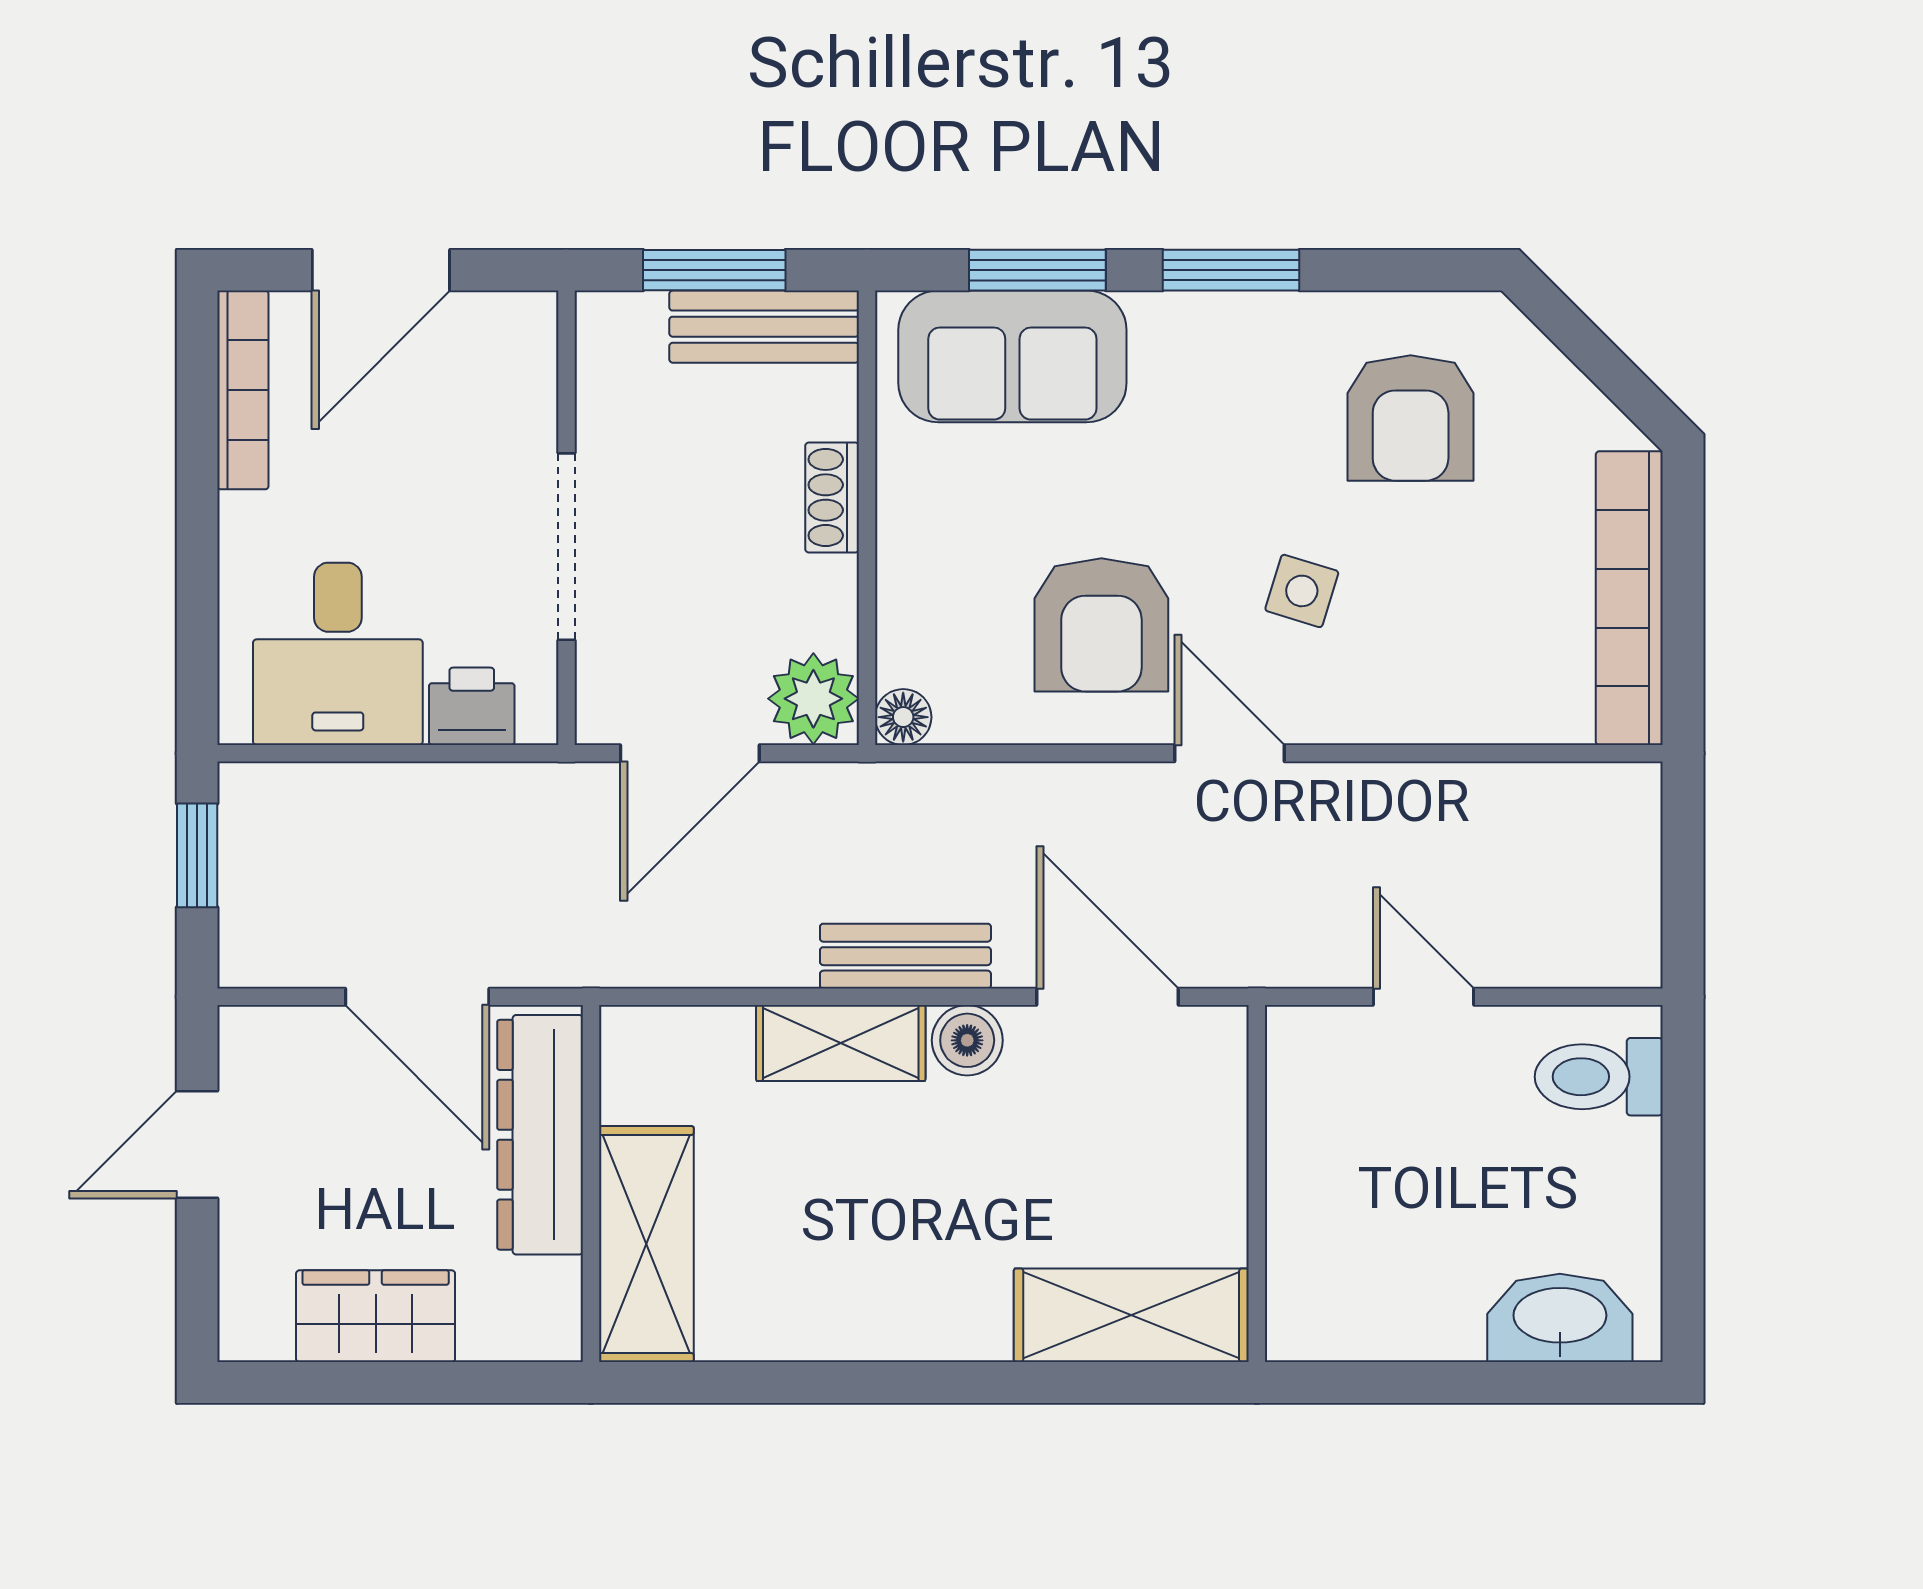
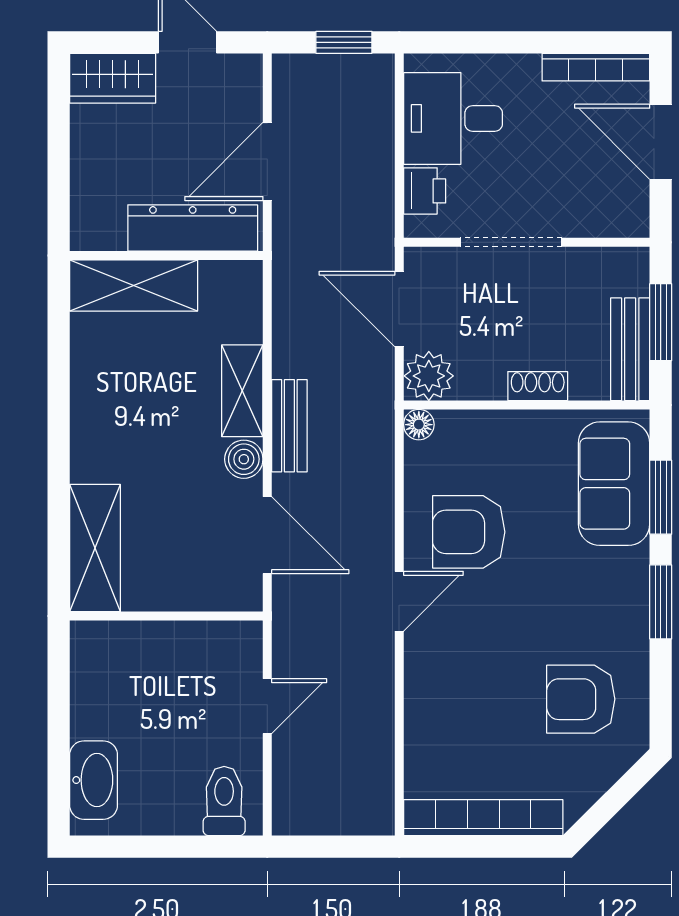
side table: (1302, 591) -> (487, 640), removed
door: (1108, 997) -> (267, 535), hinge flipped
wardrobe: (376, 1316) -> (113, 78), moved, turned 90

